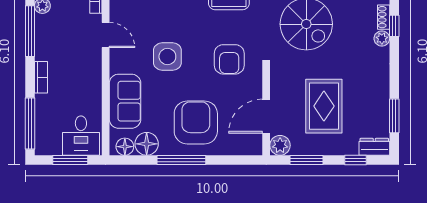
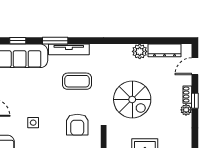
side table: (167, 57) -> (33, 123), width x0.54, depth x0.54

